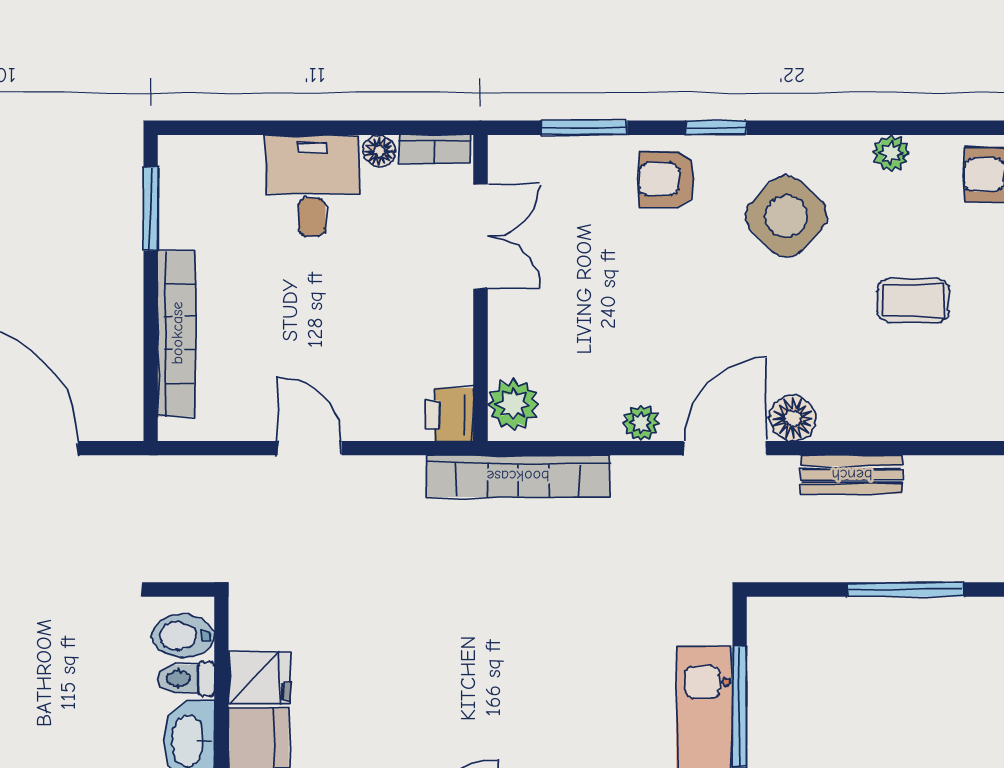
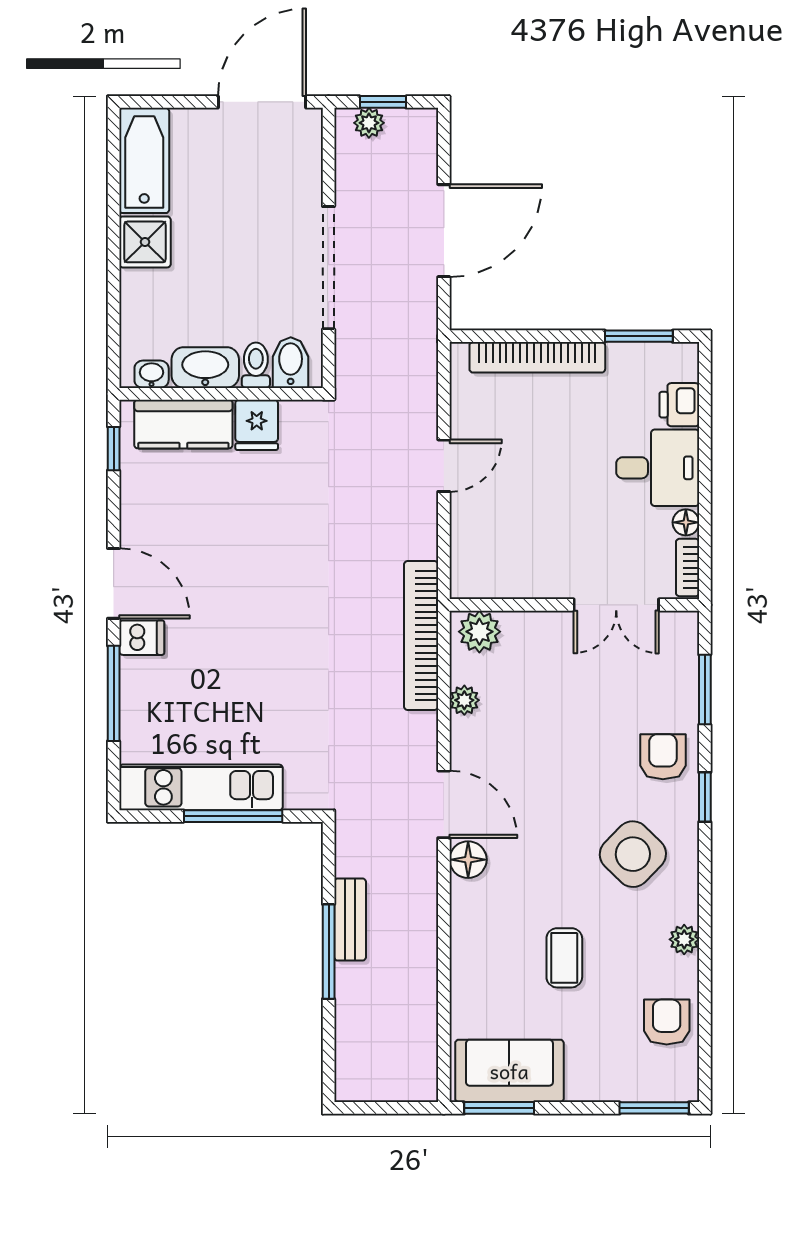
printer: (449, 414) -> (679, 405), moved, turned -90
plant: (641, 423) -> (464, 700), moved
bench: (852, 475) -> (350, 920), moved

